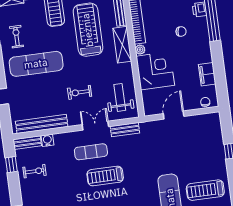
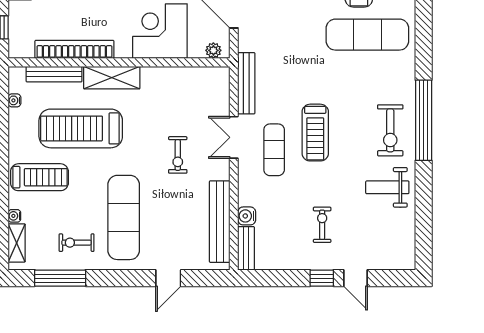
plant: (140, 50) -> (213, 50), moved
weight bench: (120, 97) -> (194, 93), removed
bench: (125, 130) -> (246, 83), width x1.36
window: (11, 165) -> (322, 278), moved
exercise bike: (35, 171) -> (322, 225), moved

